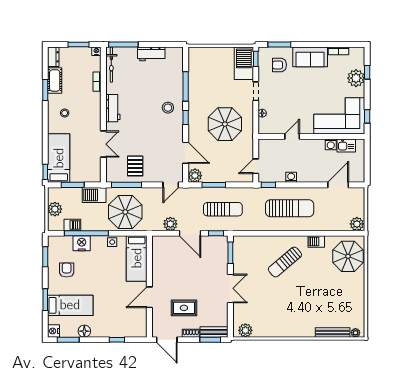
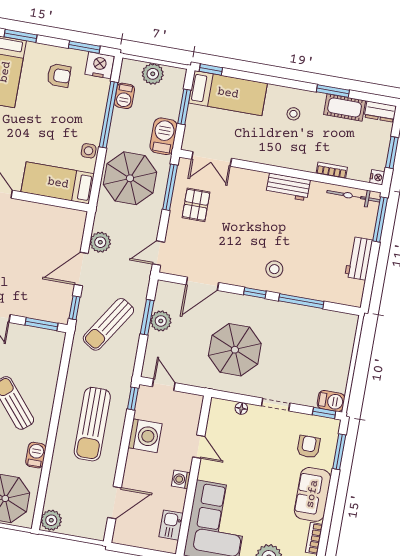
barbecue: (244, 63) -> (331, 401), width x0.53, depth x0.65
double door: (103, 144) -> (212, 159), moved
washing machine: (331, 144) -> (181, 479), moved
pallet: (135, 166) -> (196, 205), turned 90
plant: (195, 176) -> (161, 321), moved
washing machine: (291, 177) -> (145, 436), width x1.89, depth x1.89
door: (171, 185) -> (158, 253), hinge flipped
door: (338, 185) -> (114, 503), hinge flipped
sun lounger: (223, 209) -> (108, 324), turned 33
nightstand: (82, 243) -> (100, 65), moved, turned -90

